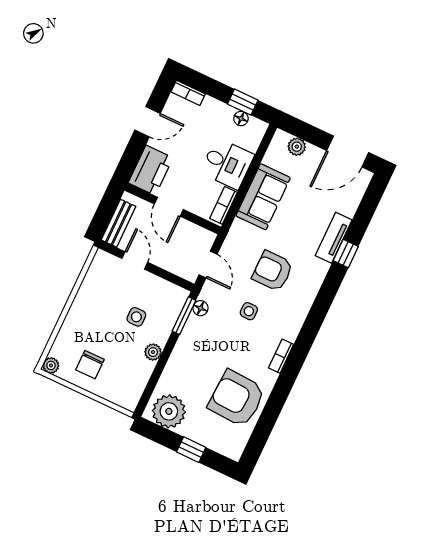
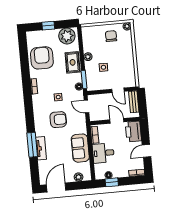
window: (346, 253) -> (32, 145), width x2.17
rug: (186, 358) -> (73, 62), added
armchair: (237, 398) -> (42, 58), turned -93

